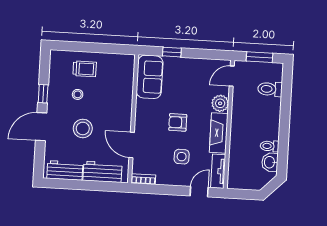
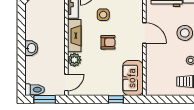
toilet: (270, 89) -> (35, 90), moved
door: (132, 145) -> (144, 33), moved
toilet: (270, 146) -> (32, 27), removed
washbasin: (270, 162) -> (31, 48), moved

